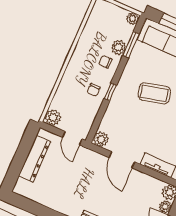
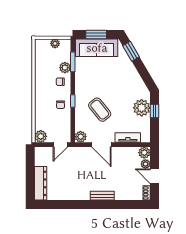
plant: (133, 19) -> (55, 43), moved
coffee table: (154, 93) -> (100, 110), moved, turned 65
door: (72, 138) -> (60, 145), hinge flipped
dresser: (35, 159) -> (41, 183), moved

